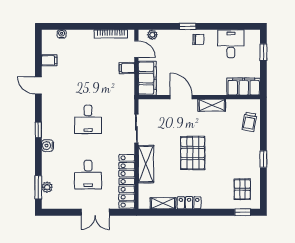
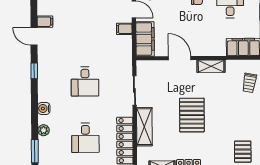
door: (38, 85) -> (34, 36), moved
window: (38, 130) -> (34, 71), moved
plant: (47, 187) -> (44, 130), moved

